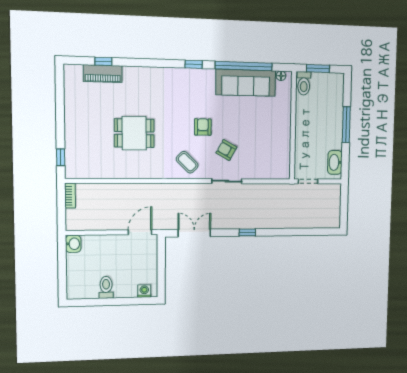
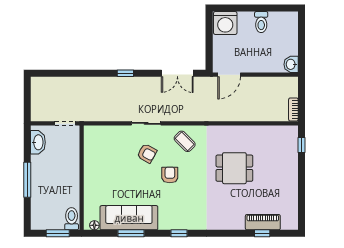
window: (244, 66) -> (131, 233), width x0.47
armchair: (203, 127) -> (170, 175), turned 180
washing machine: (144, 291) -> (225, 23), width x1.89, depth x1.89

